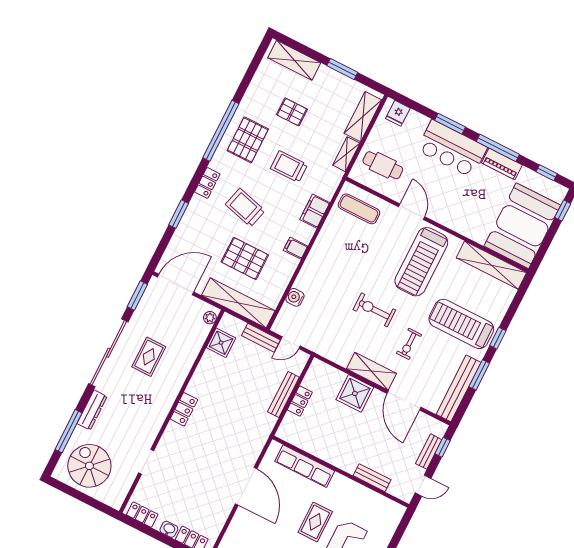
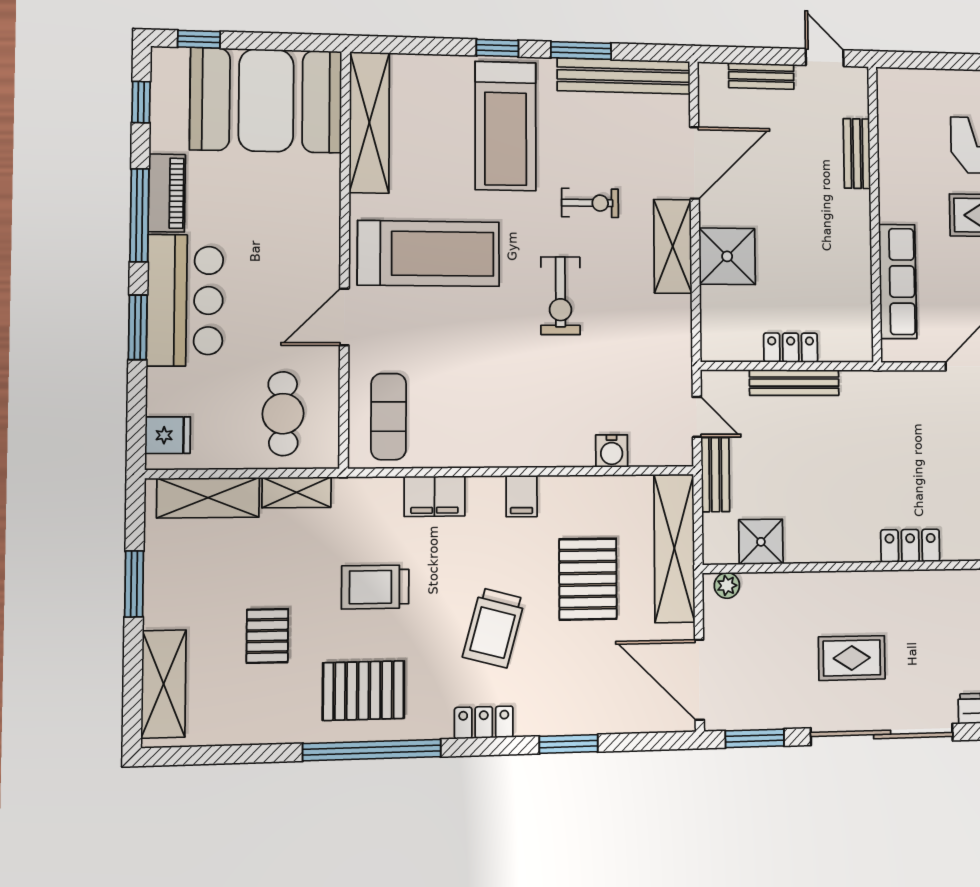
trolley: (289, 167) -> (375, 587), turned 90
window: (443, 447) -> (741, 55), removed

